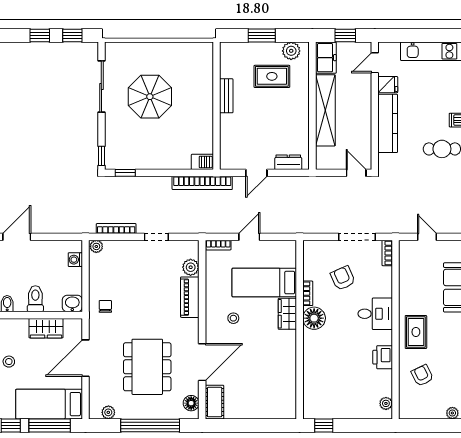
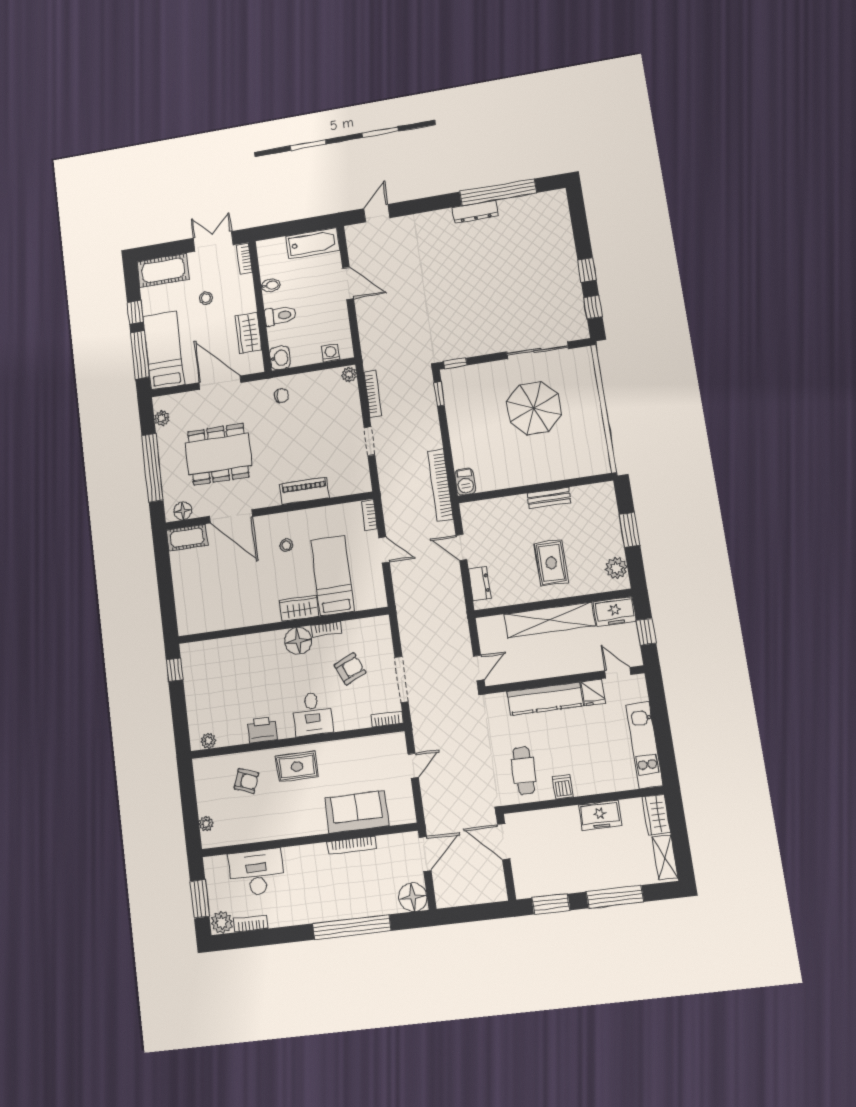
rug: (272, 76) -> (551, 563), moved
plant: (191, 267) -> (339, 487), removed
armchair: (422, 375) -> (246, 781), turned 46

